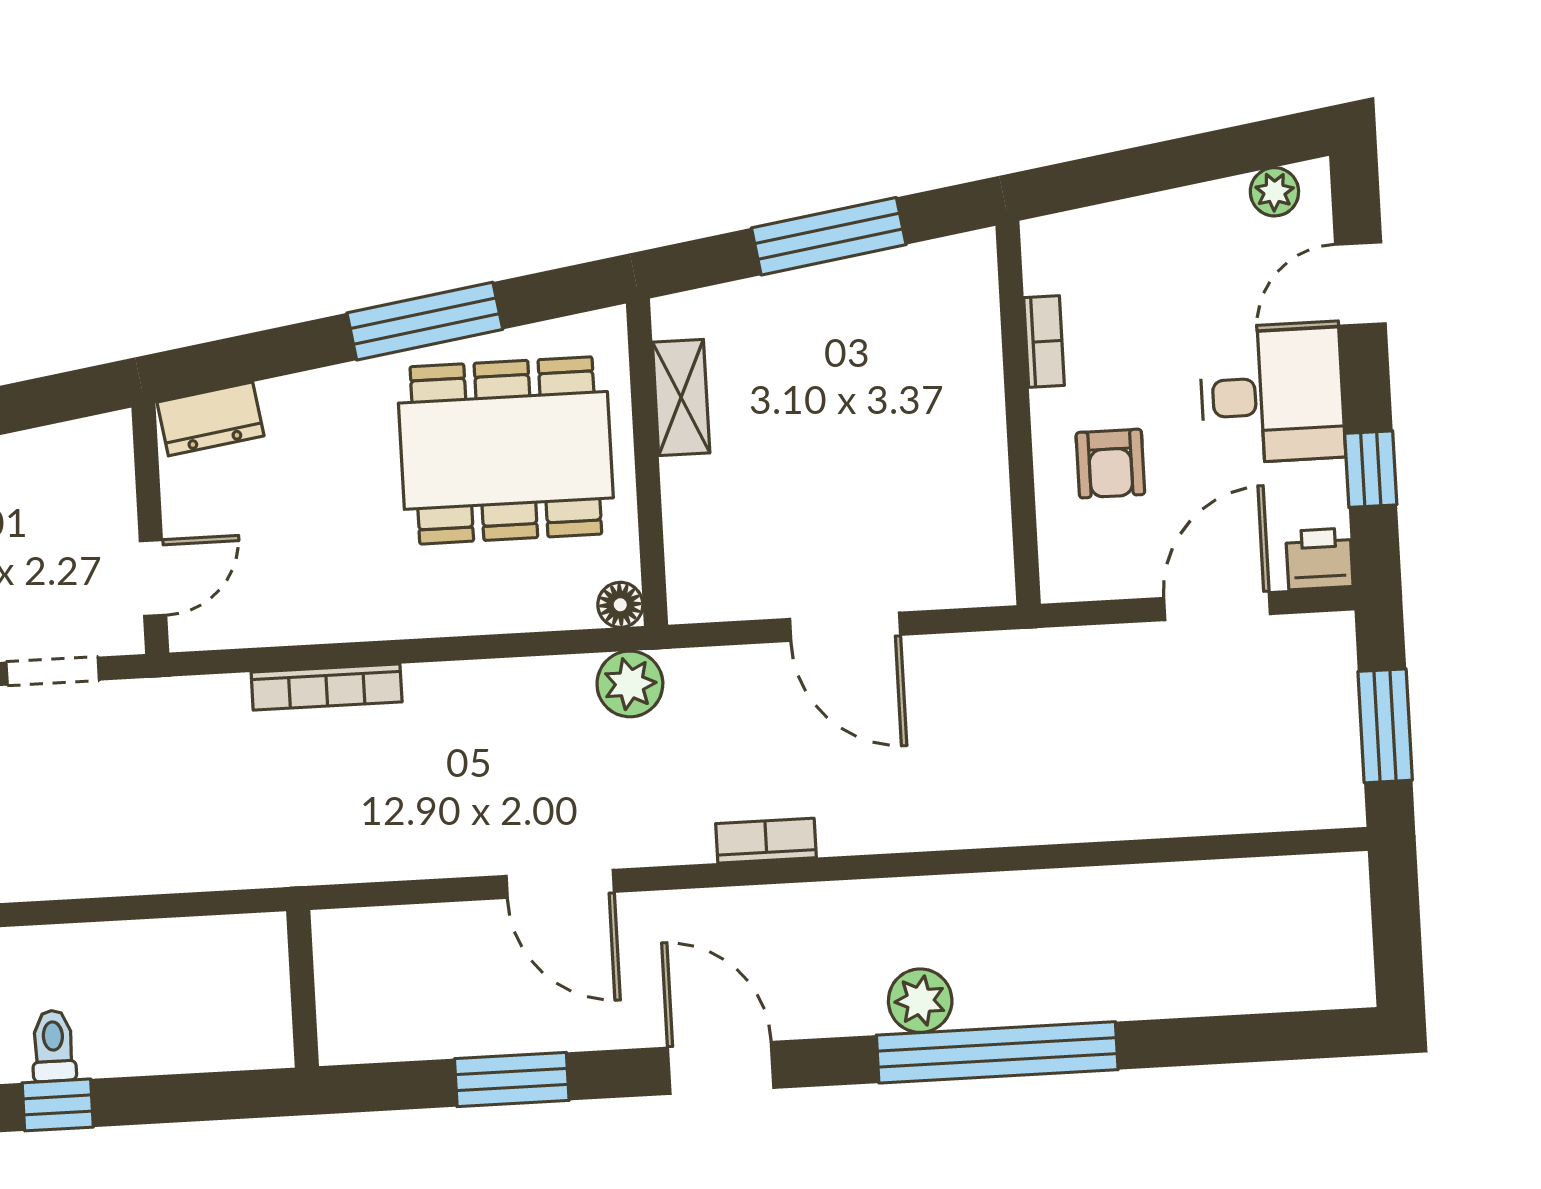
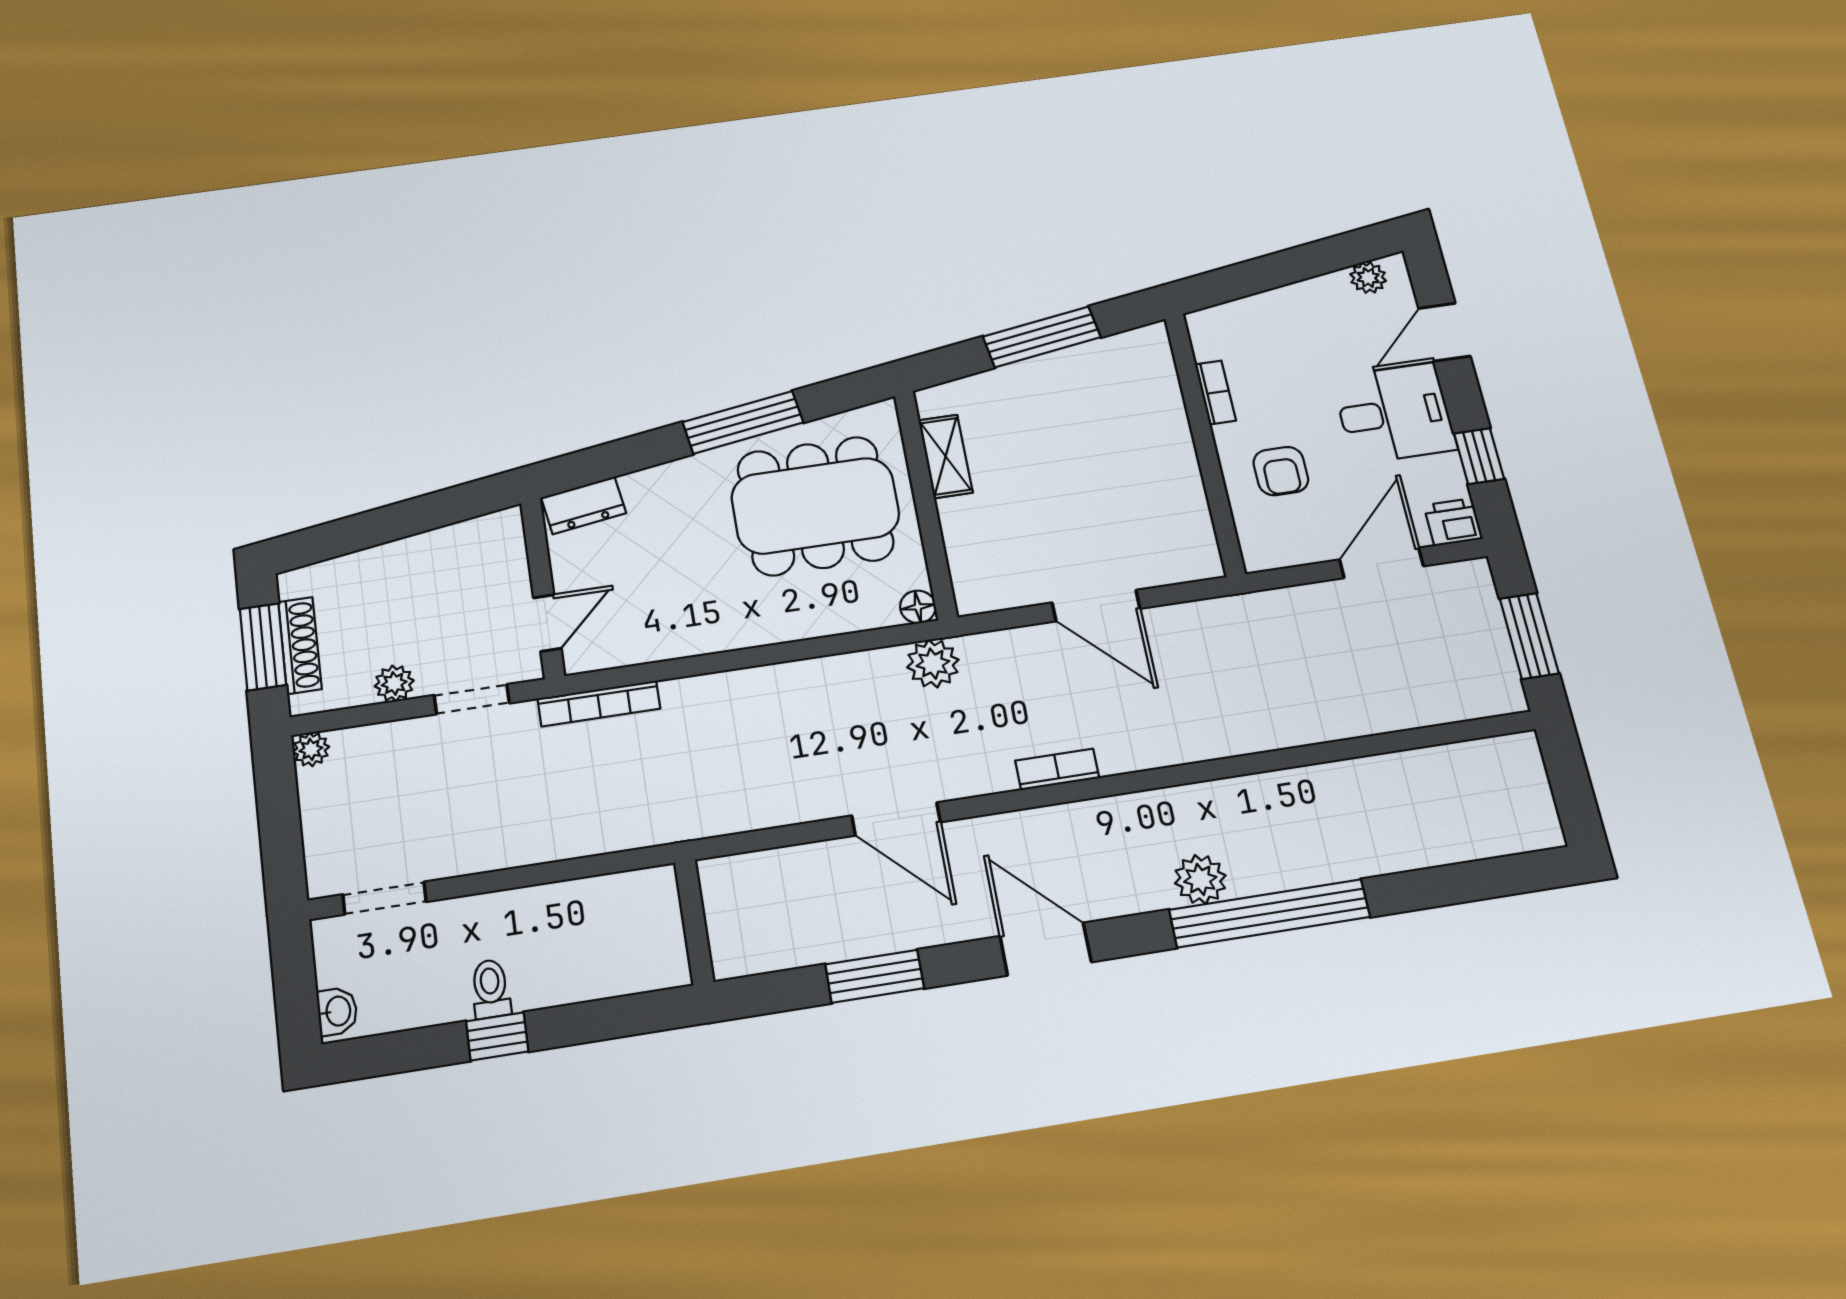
bookcase: (327, 687) -> (599, 703), moved

